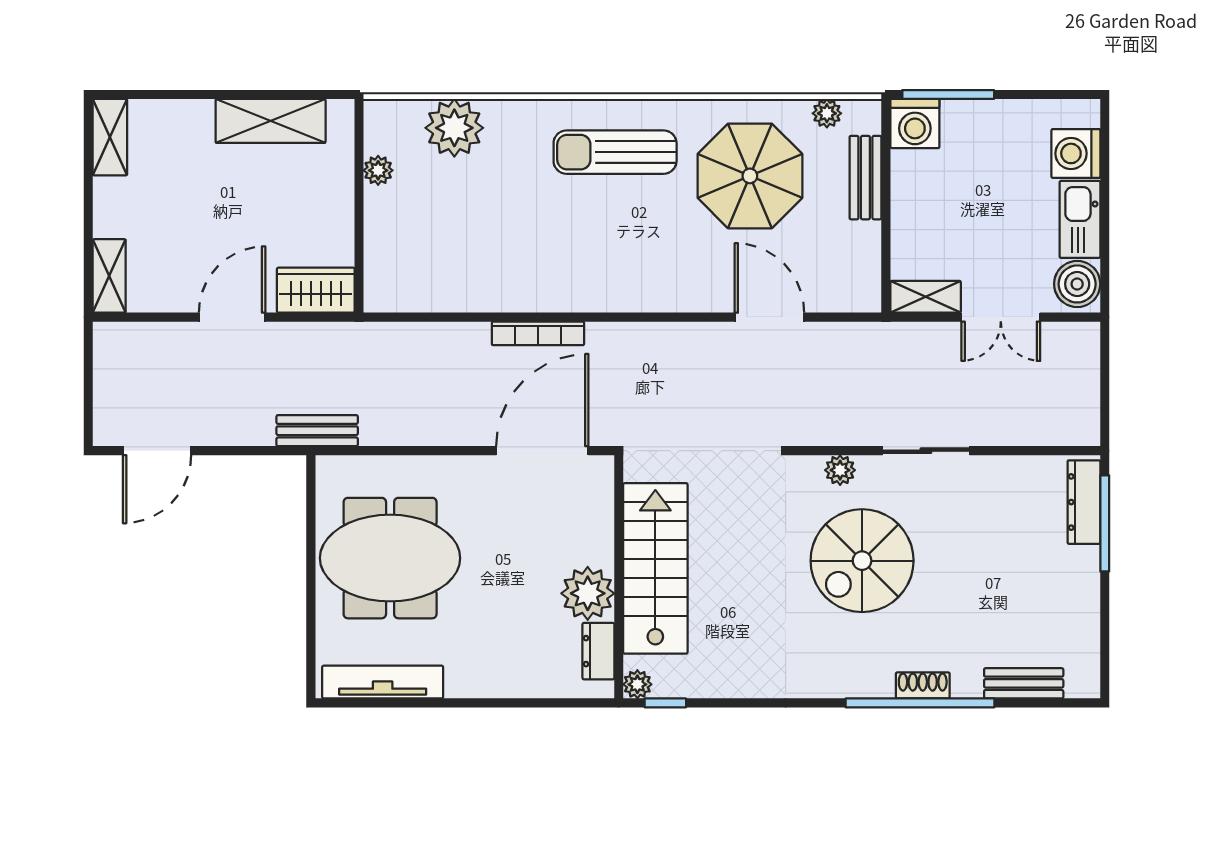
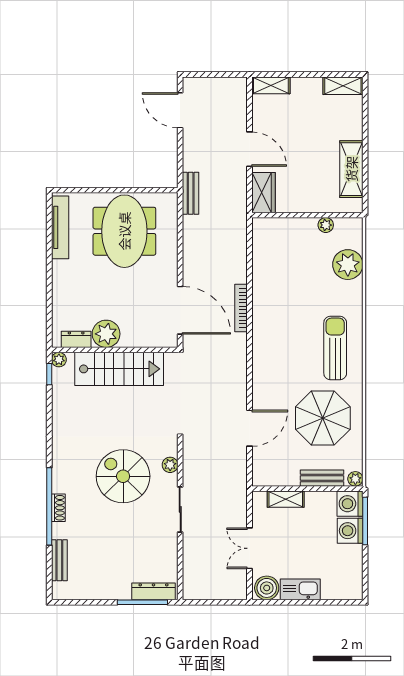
plant: (827, 113) -> (355, 479), moved
washing machine: (1076, 153) -> (350, 531), moved, turned -90
shelving: (926, 297) -> (286, 499), moved, turned 90

